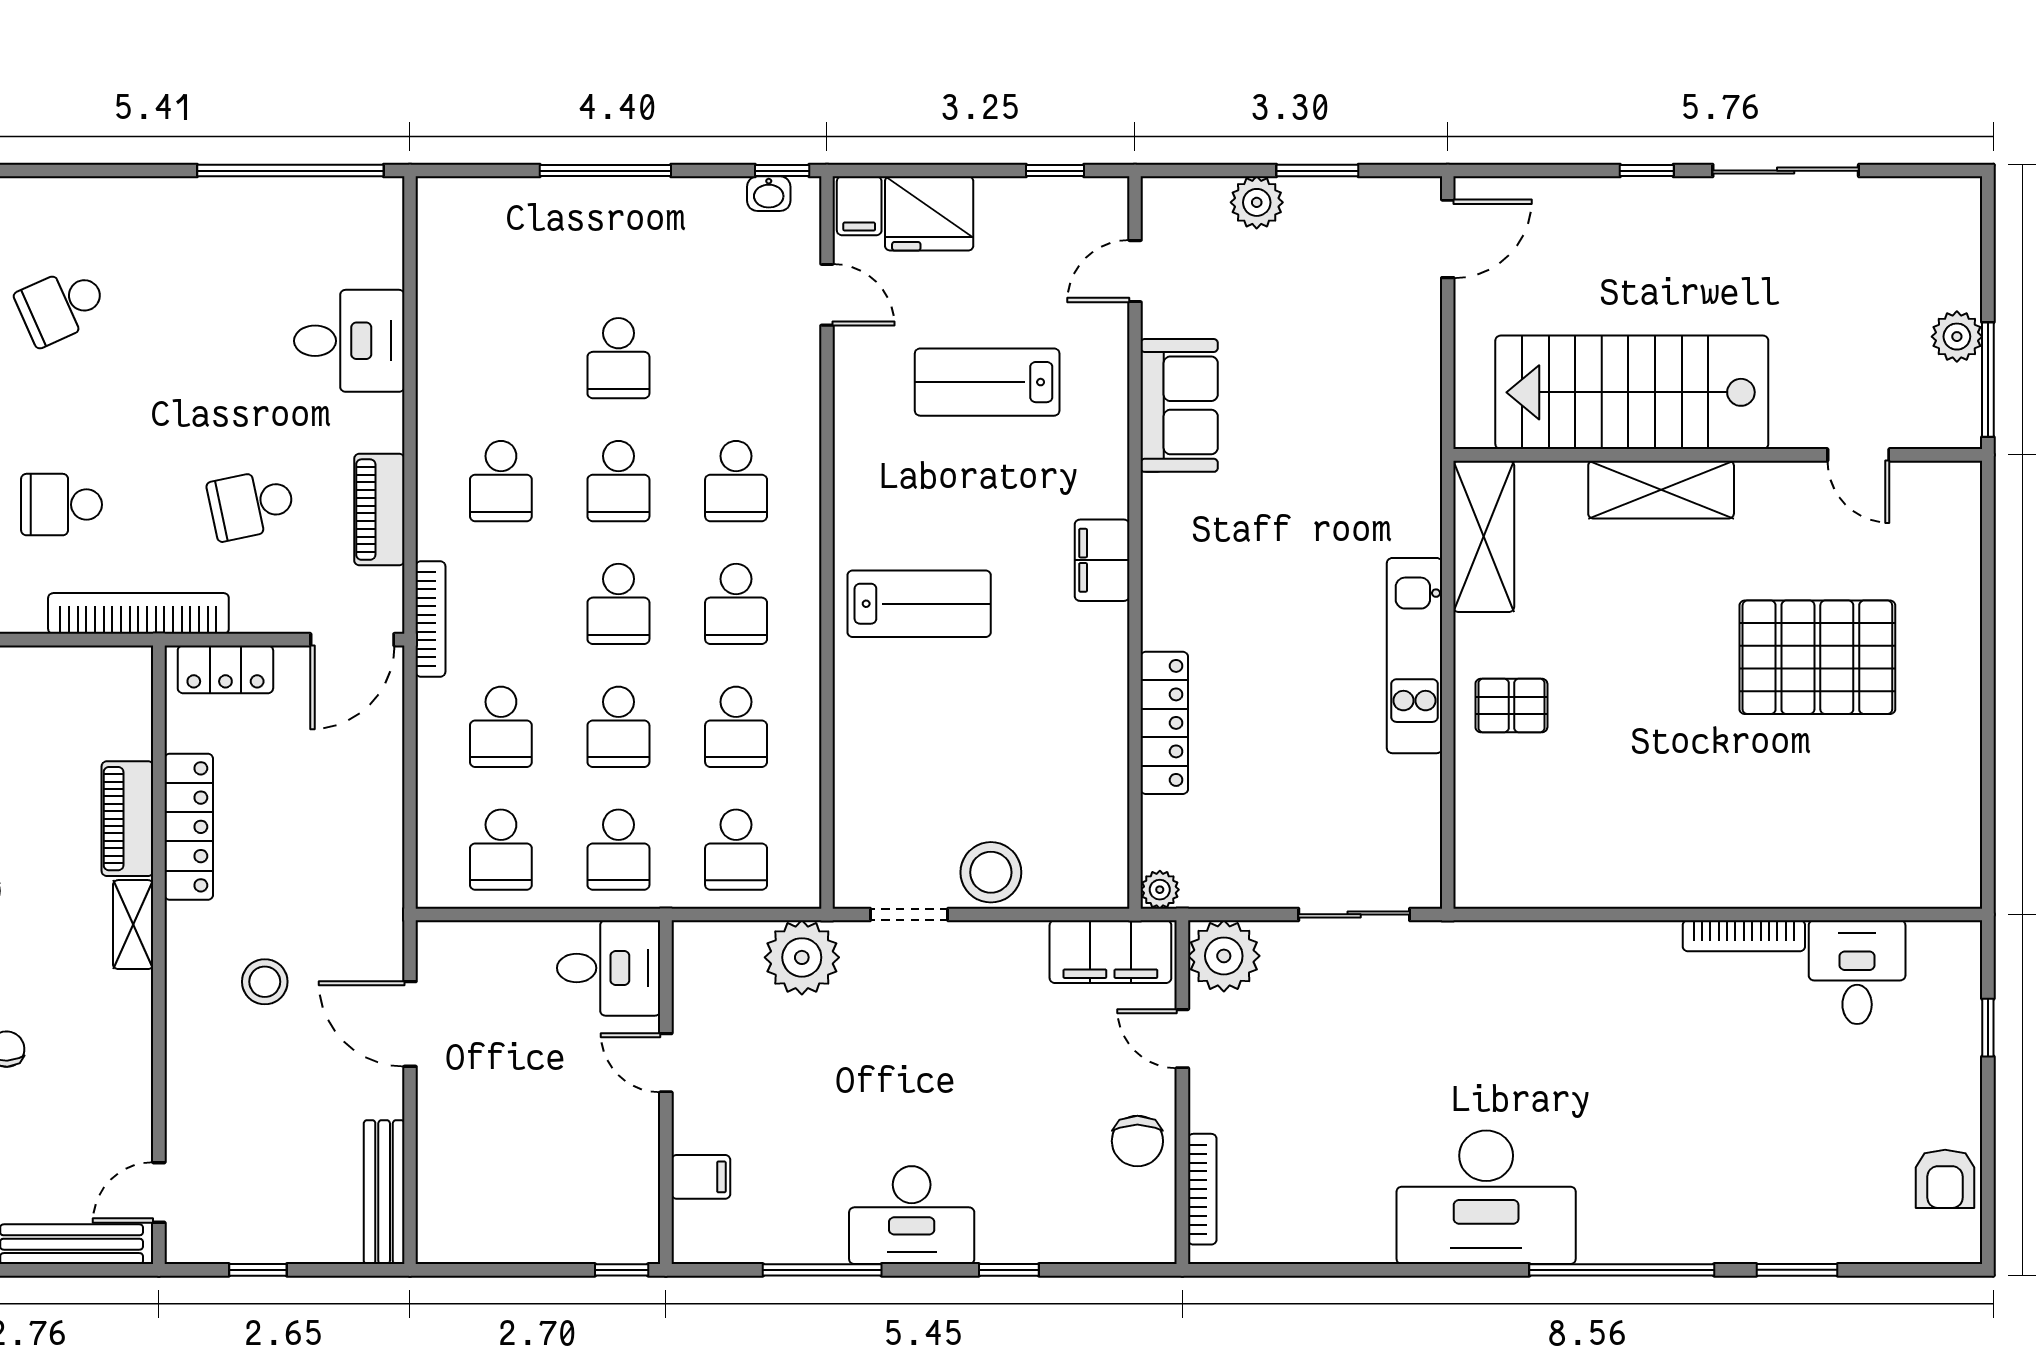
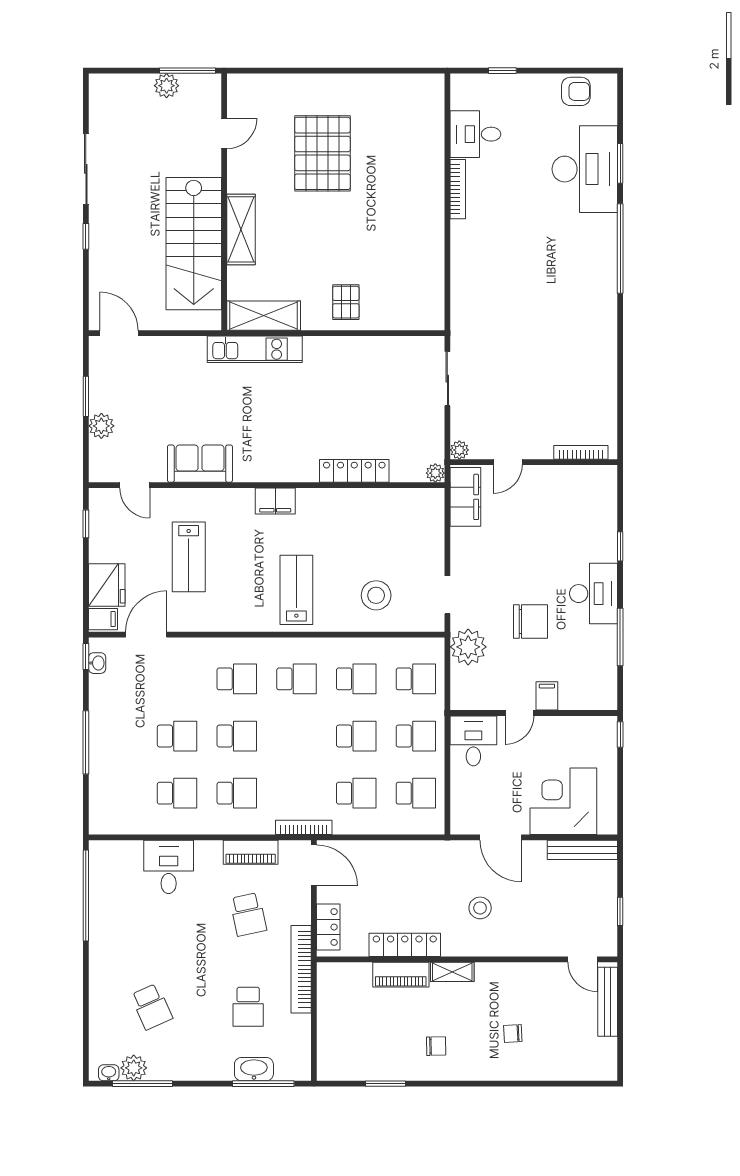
door: (827, 295) -> (146, 635), width x1.38
school desk: (618, 604) -> (177, 793), moved
kitchen unit: (1415, 656) -> (255, 349), moved
stool: (991, 872) -> (376, 595), moved
plant: (1224, 956) -> (459, 450), width x0.53, depth x0.53
door: (410, 1024) -> (501, 837), hinge flipped
chair: (1137, 1141) -> (531, 622), moved, width x1.37, depth x1.37
corner desk: (484, 1153) -> (563, 801), added
filing cabinet: (701, 1177) -> (547, 696), moved
desk: (1486, 1197) -> (585, 169), moved

